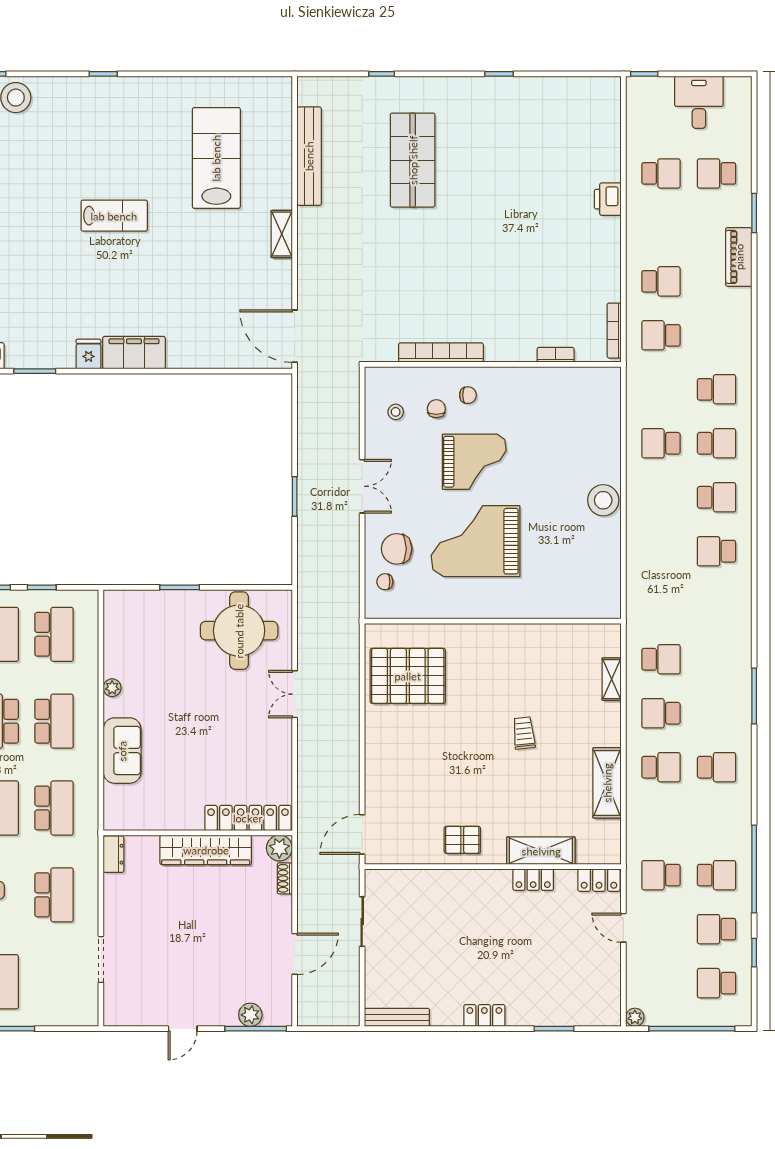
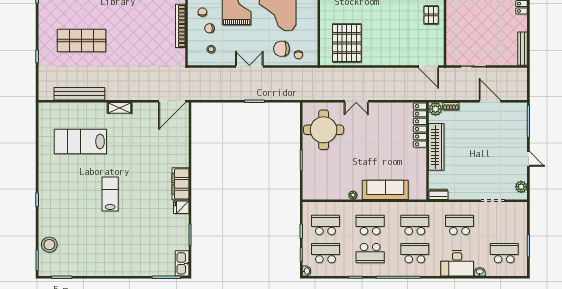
chair: (397, 549) -> (282, 49), turned 90
sofa: (122, 751) -> (385, 190), width x1.36
plant: (250, 1015) -> (521, 187), moved

